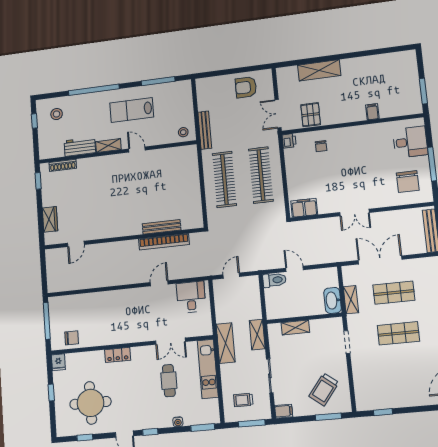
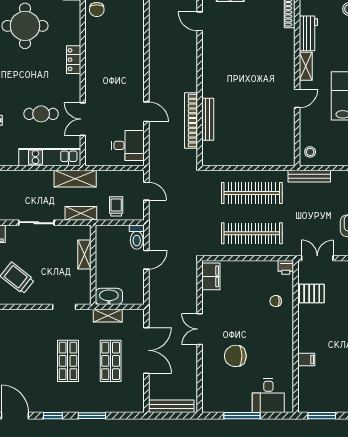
chair: (408, 182) -> (235, 356), moved
trolley: (243, 400) -> (116, 206), moved

